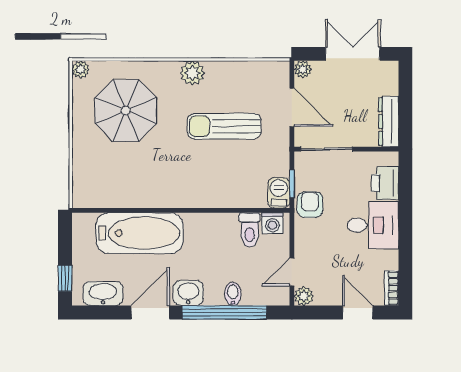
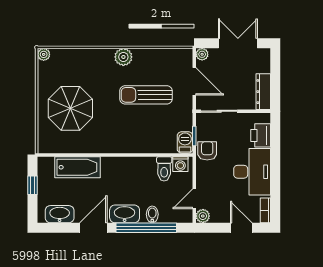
parasol: (126, 110) -> (70, 108), moved
desk: (373, 225) -> (252, 172), width x1.37
bathtub: (140, 233) -> (77, 167), width x0.73, depth x0.73
window: (65, 278) -> (33, 185), moved
washbasin: (188, 293) -> (125, 214), width x1.38

